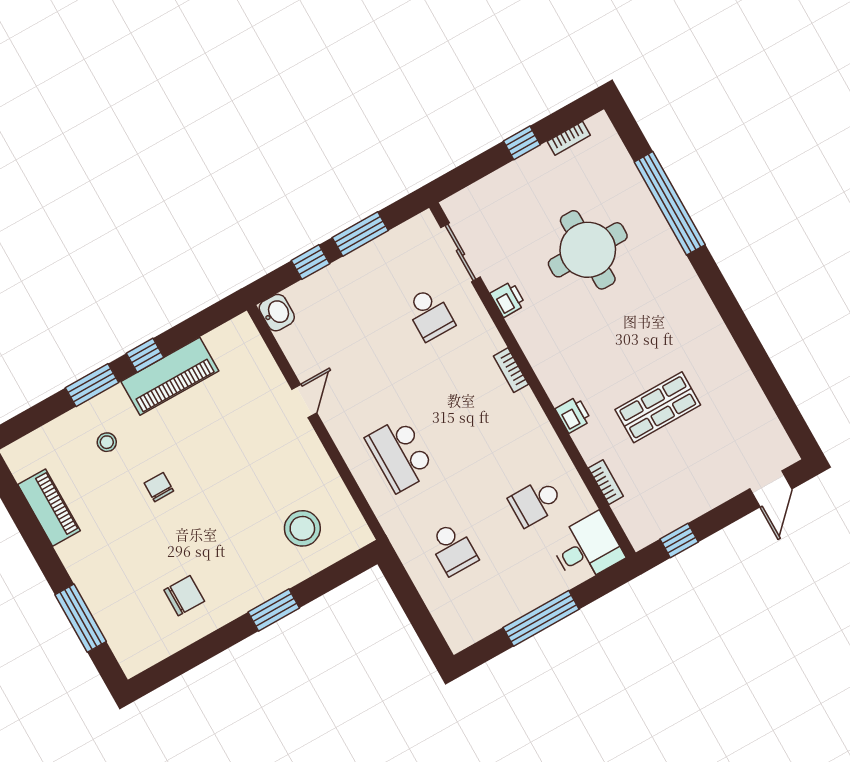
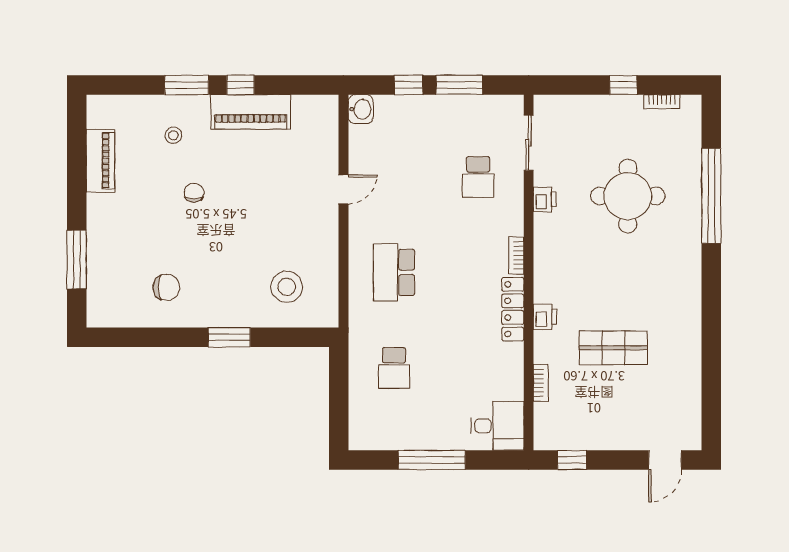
locker: (537, 425) -> (513, 309), added
school desk: (536, 502) -> (478, 368), removed

